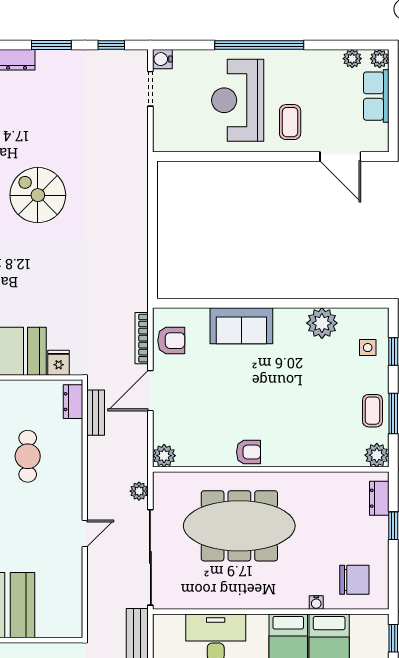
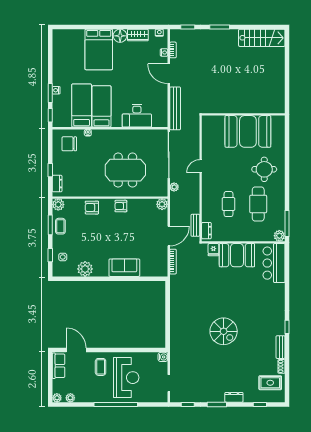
water cooler: (162, 59) -> (163, 357), moved
row of seats: (376, 96) -> (59, 366), moved
armchair: (171, 341) -> (92, 208), moved
meeting table: (239, 526) -> (125, 170), width x0.73

